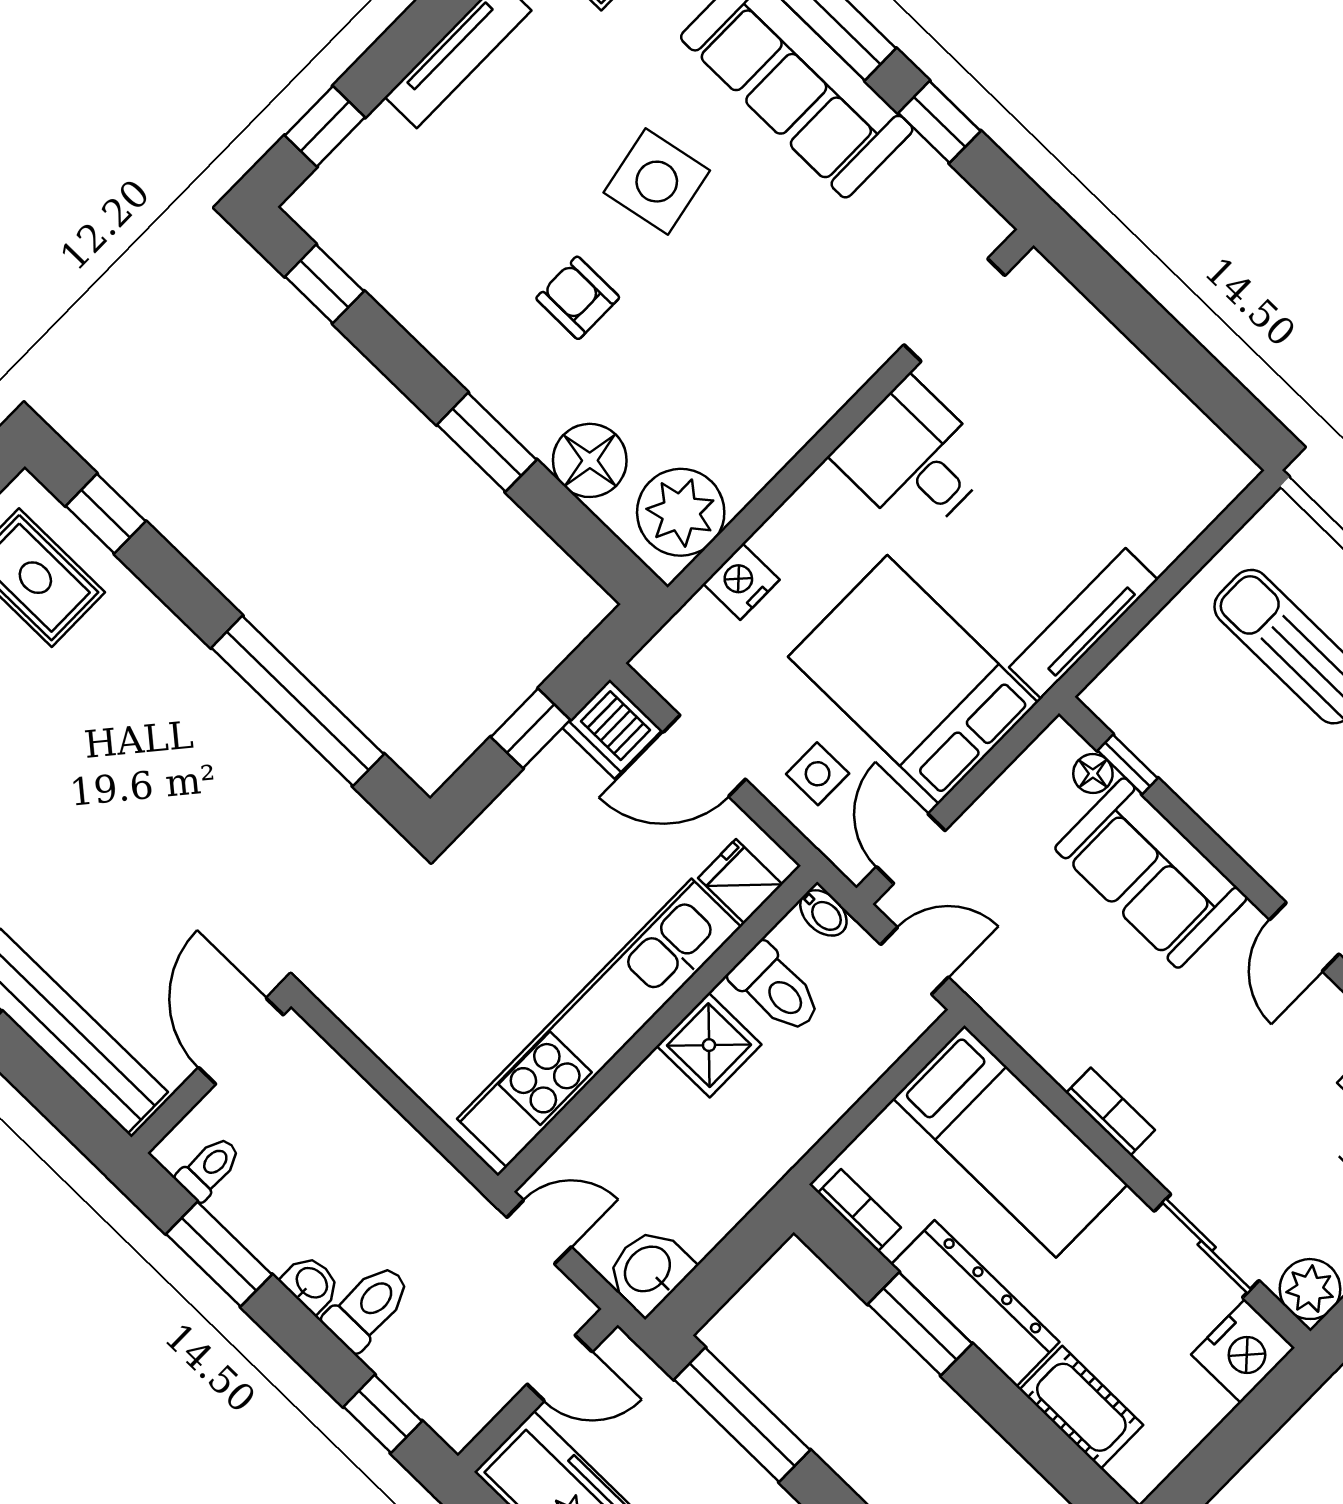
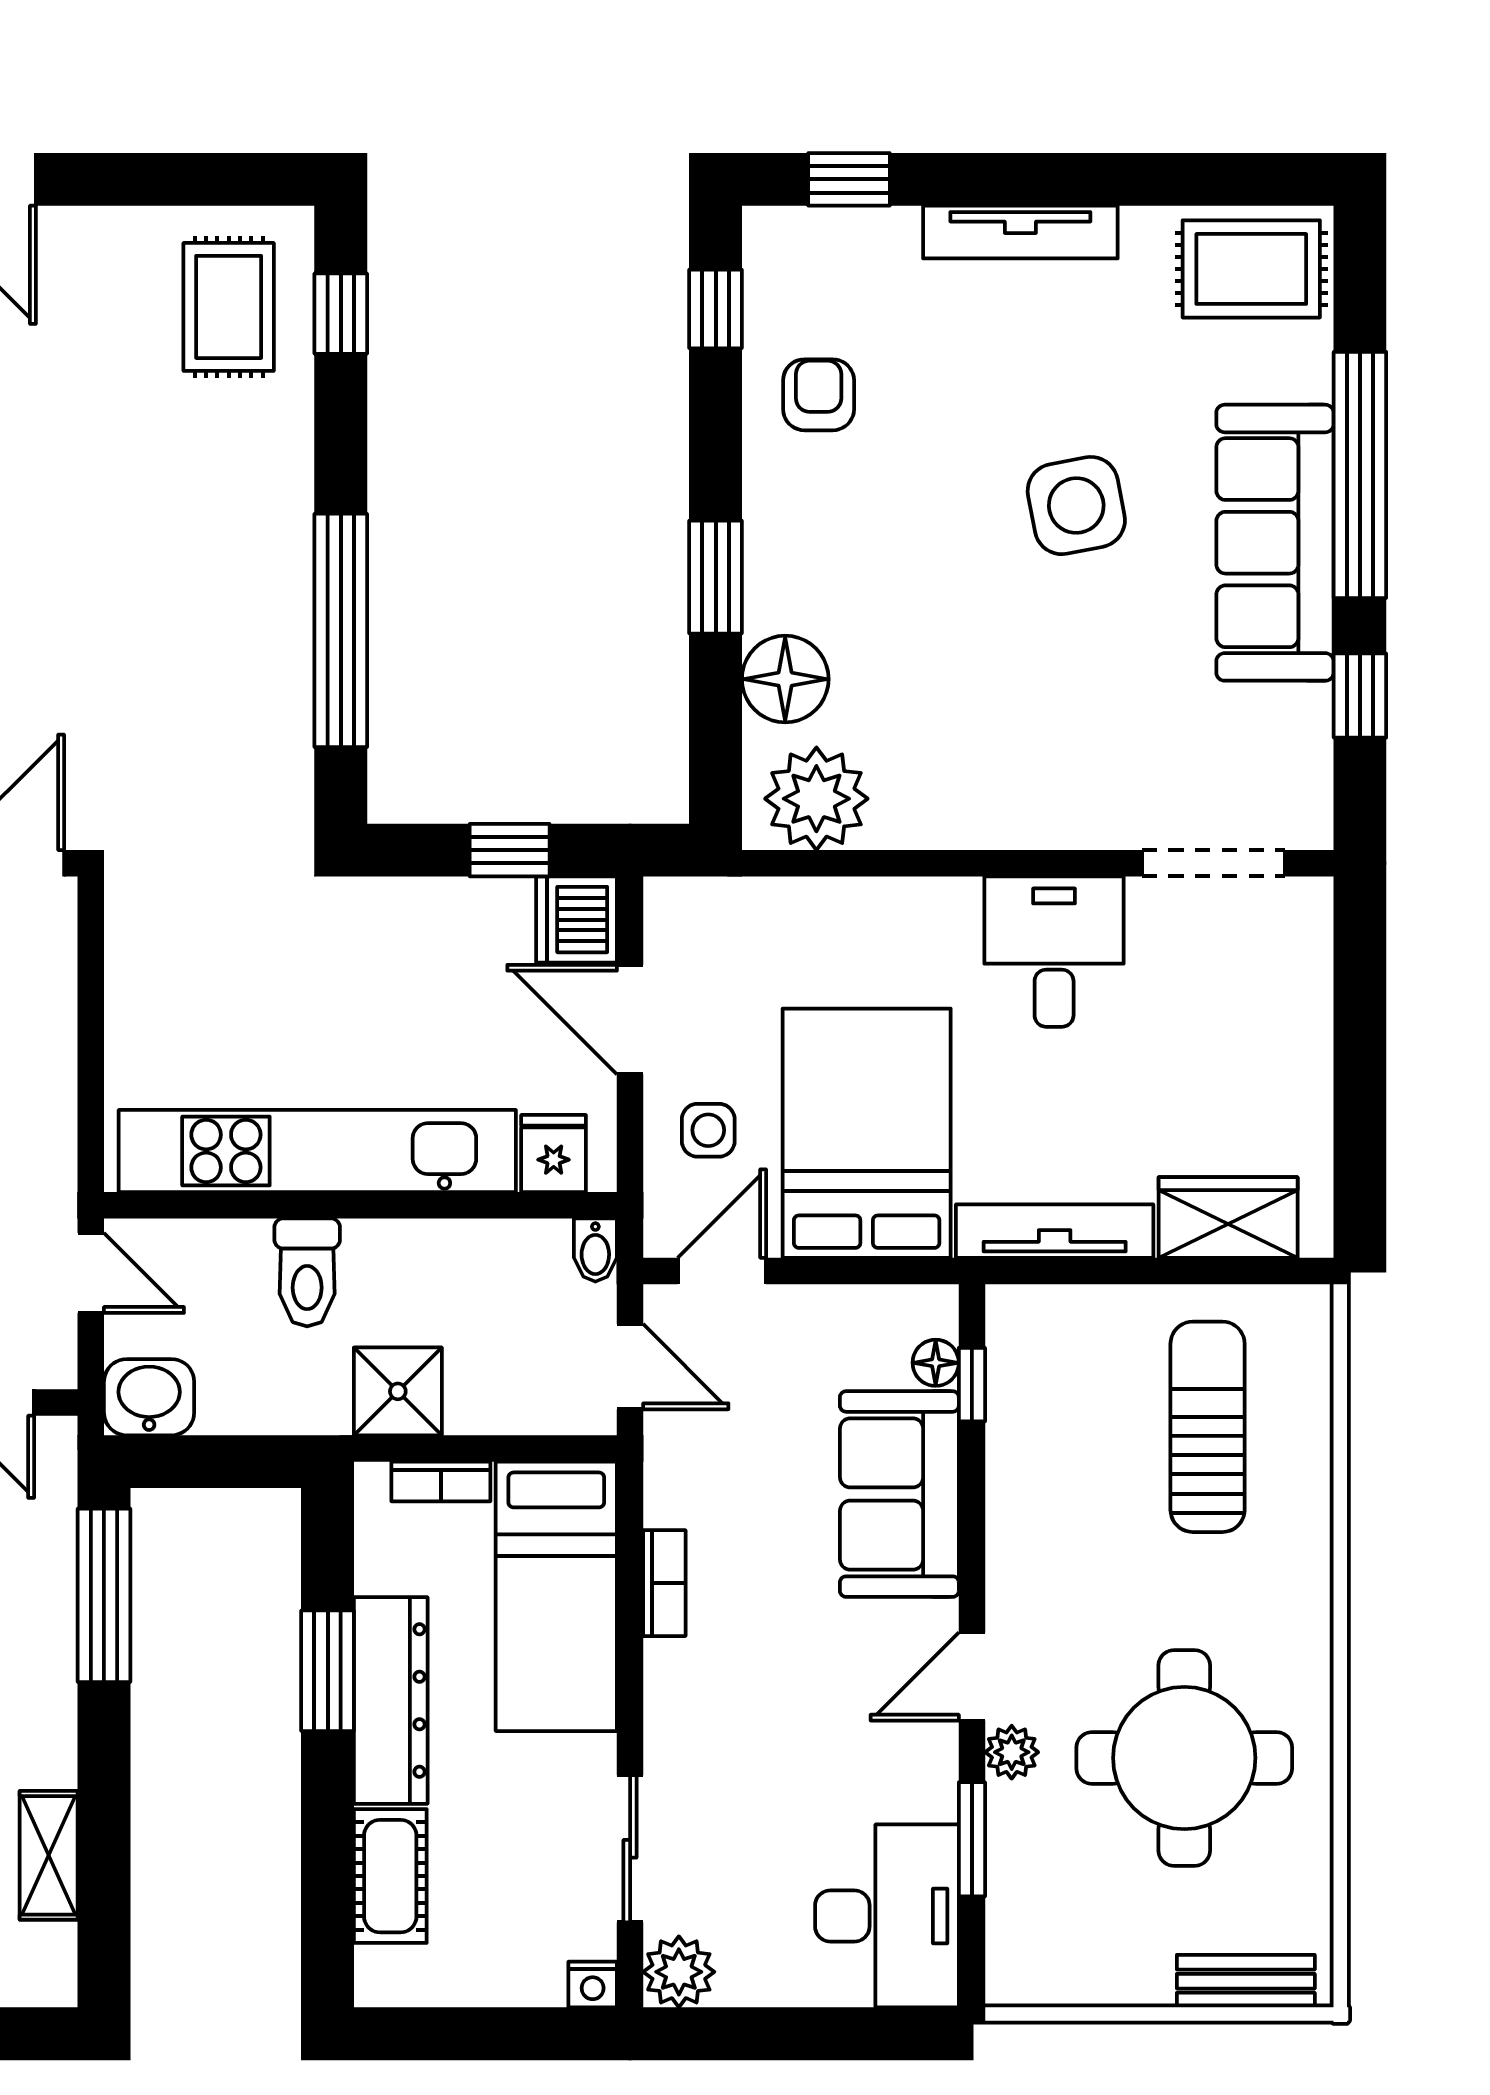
armchair: (578, 298) -> (819, 395), moved
wardrobe: (1178, 510) -> (1228, 1218), added
nightstand: (741, 582) -> (808, 907), removed
toilet: (776, 989) -> (307, 1272), moved
shower: (709, 1045) -> (398, 1391), moved
bookcase: (1110, 1111) -> (664, 1583), moved
bookcase: (859, 1210) -> (441, 1481), moved, turned 90
nightstand: (1243, 1351) -> (593, 1985), width x0.53, depth x0.56

